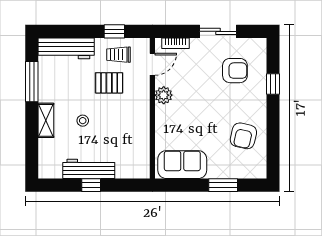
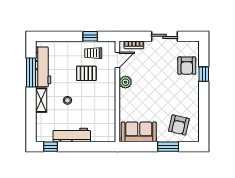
workbench: (66, 48) -> (43, 67), moved, turned -90
armchair: (235, 71) -> (187, 66), moved, turned 90
armchair: (243, 136) -> (179, 125), moved
window: (91, 185) -> (50, 147), moved

